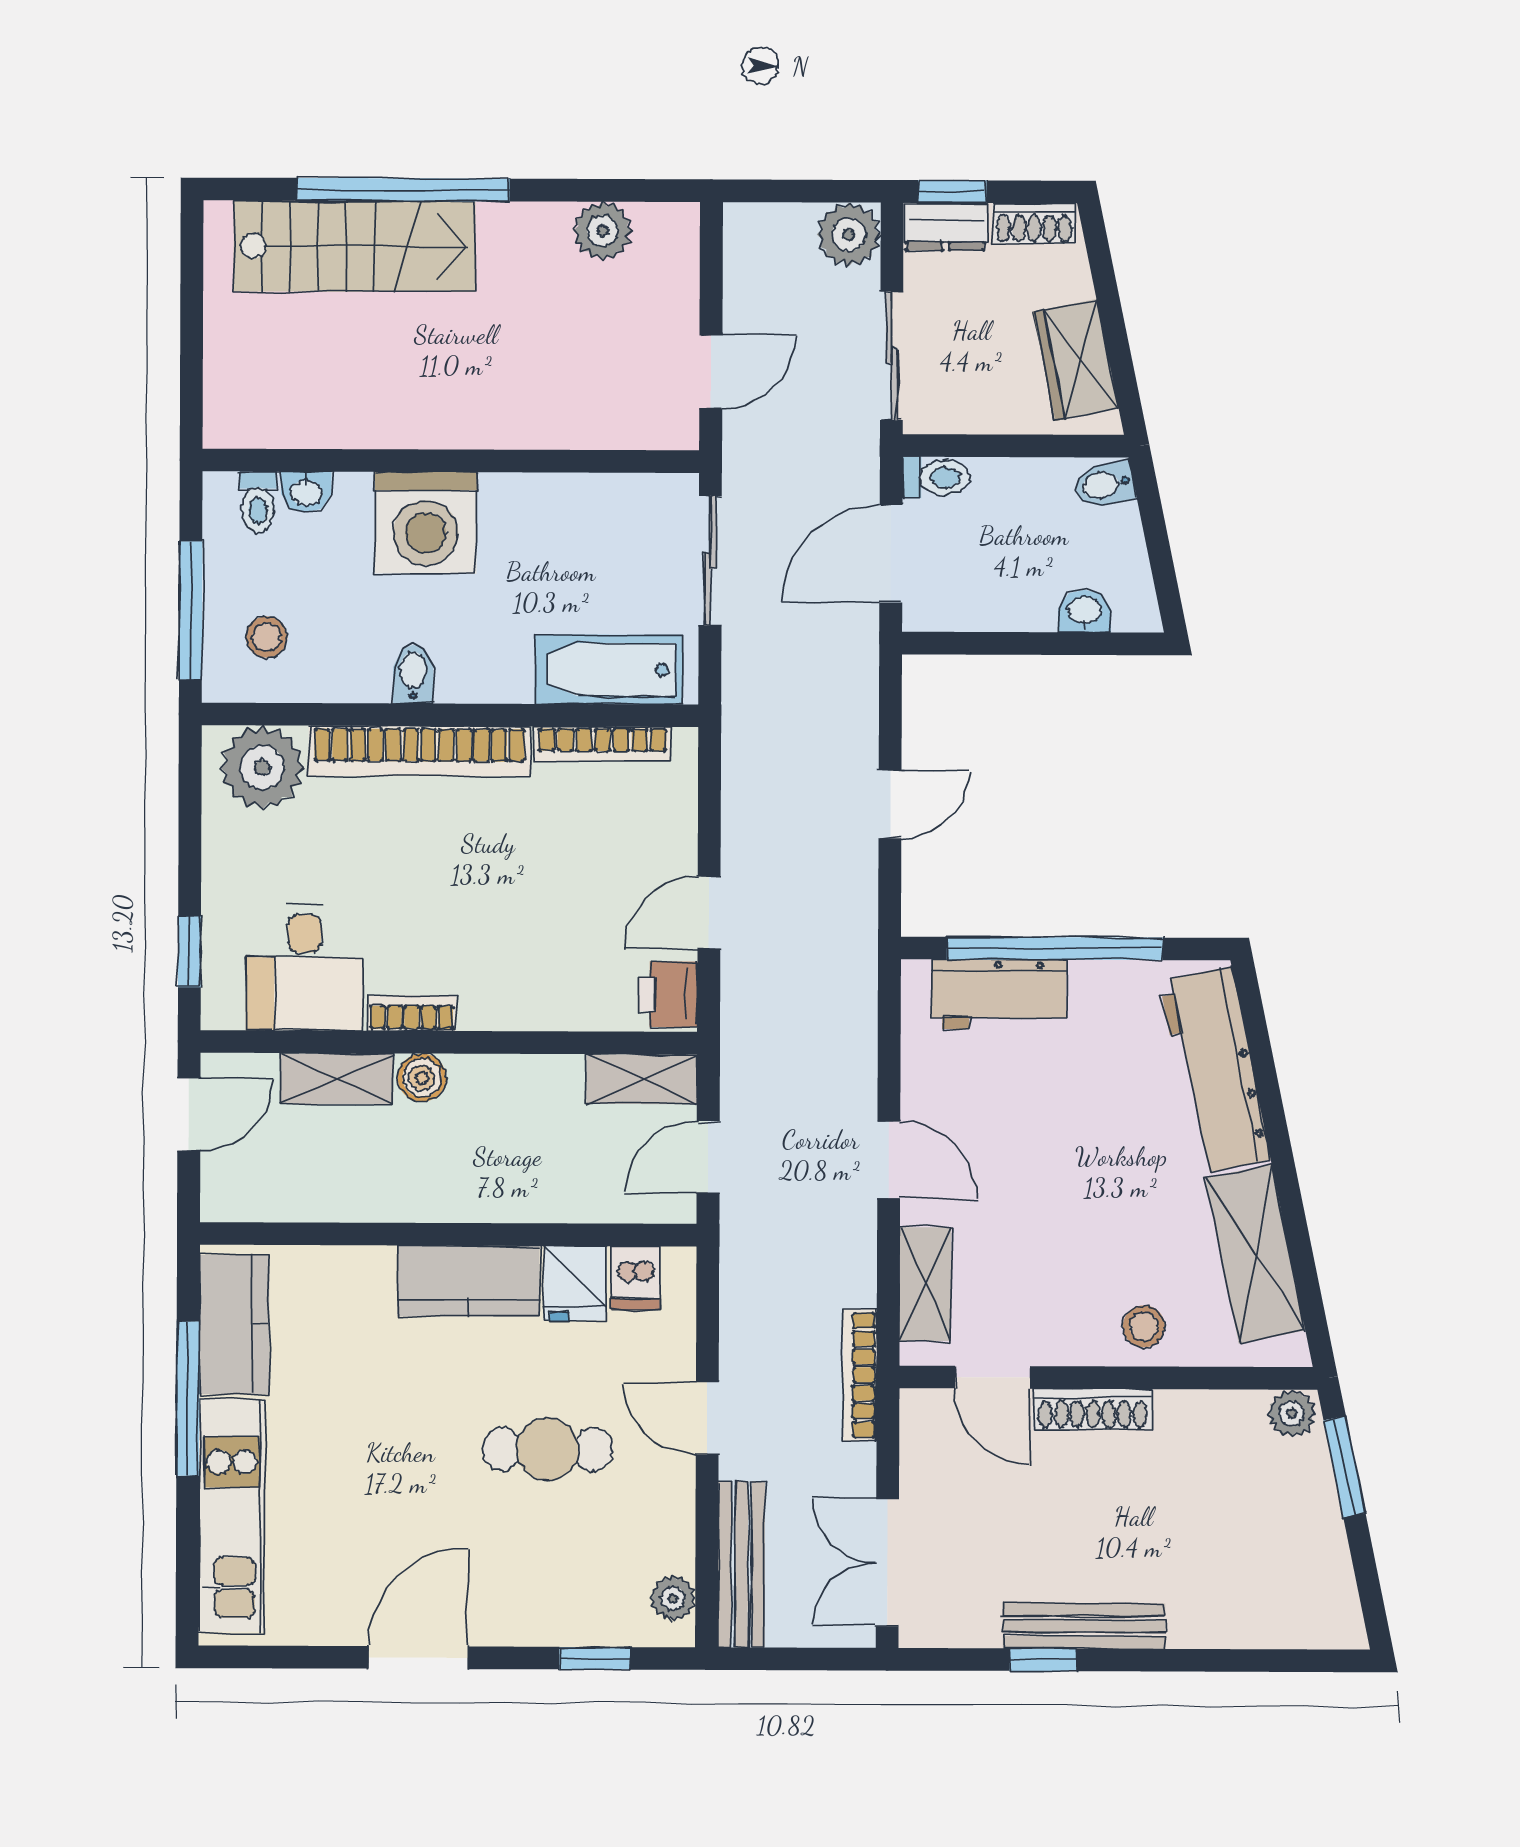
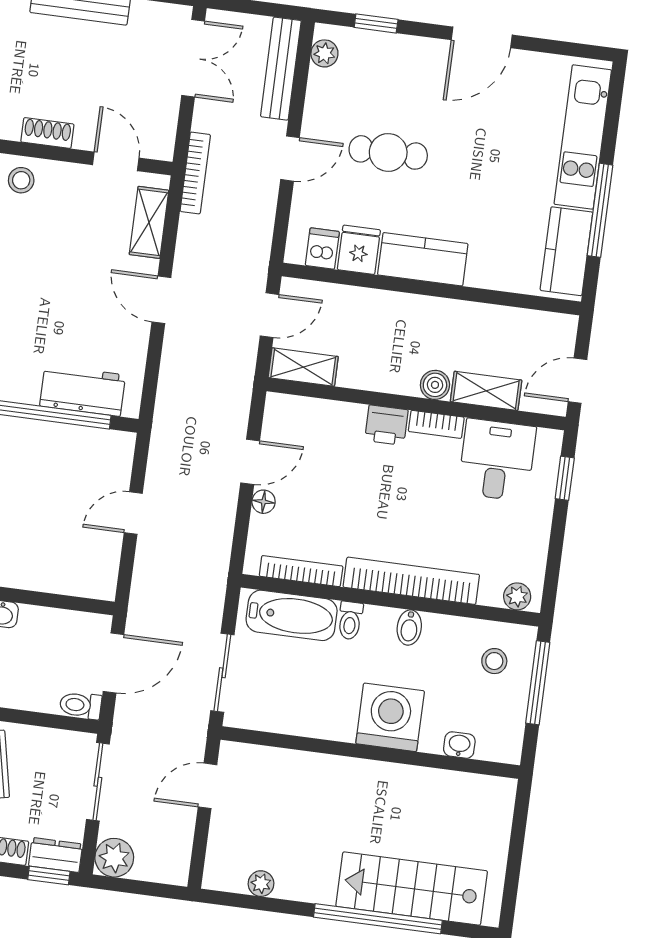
plant: (603, 231) -> (261, 884), width x0.73, depth x0.73
toilet: (258, 502) -> (350, 620), moved, turned 180
plant: (262, 767) -> (517, 596), width x0.53, depth x0.53
floor lamp: (679, 850) -> (264, 502), added
printer: (668, 994) -> (386, 425), moved, turned 90
shoe rack: (1093, 1409) -> (47, 133), width x0.70
door: (707, 1418) -> (290, 159), hinge flipped

